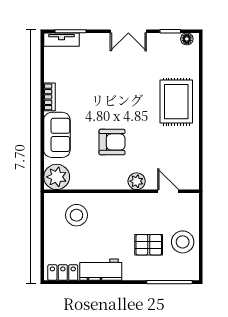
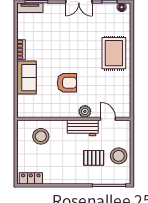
plant: (57, 177) -> (26, 108), removed
workbench: (101, 270) -> (83, 128), moved, turned 180

